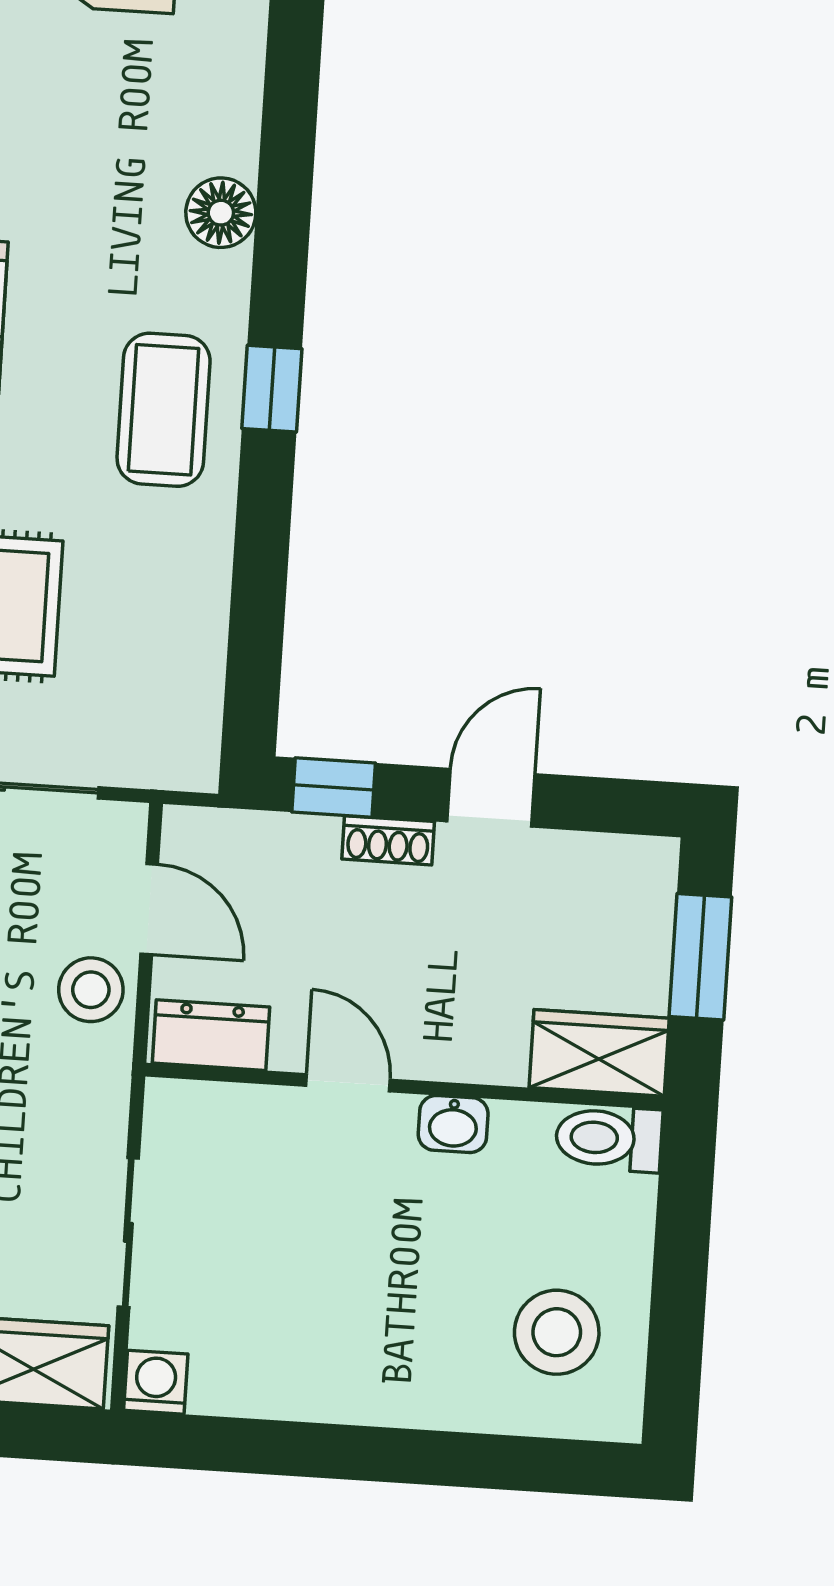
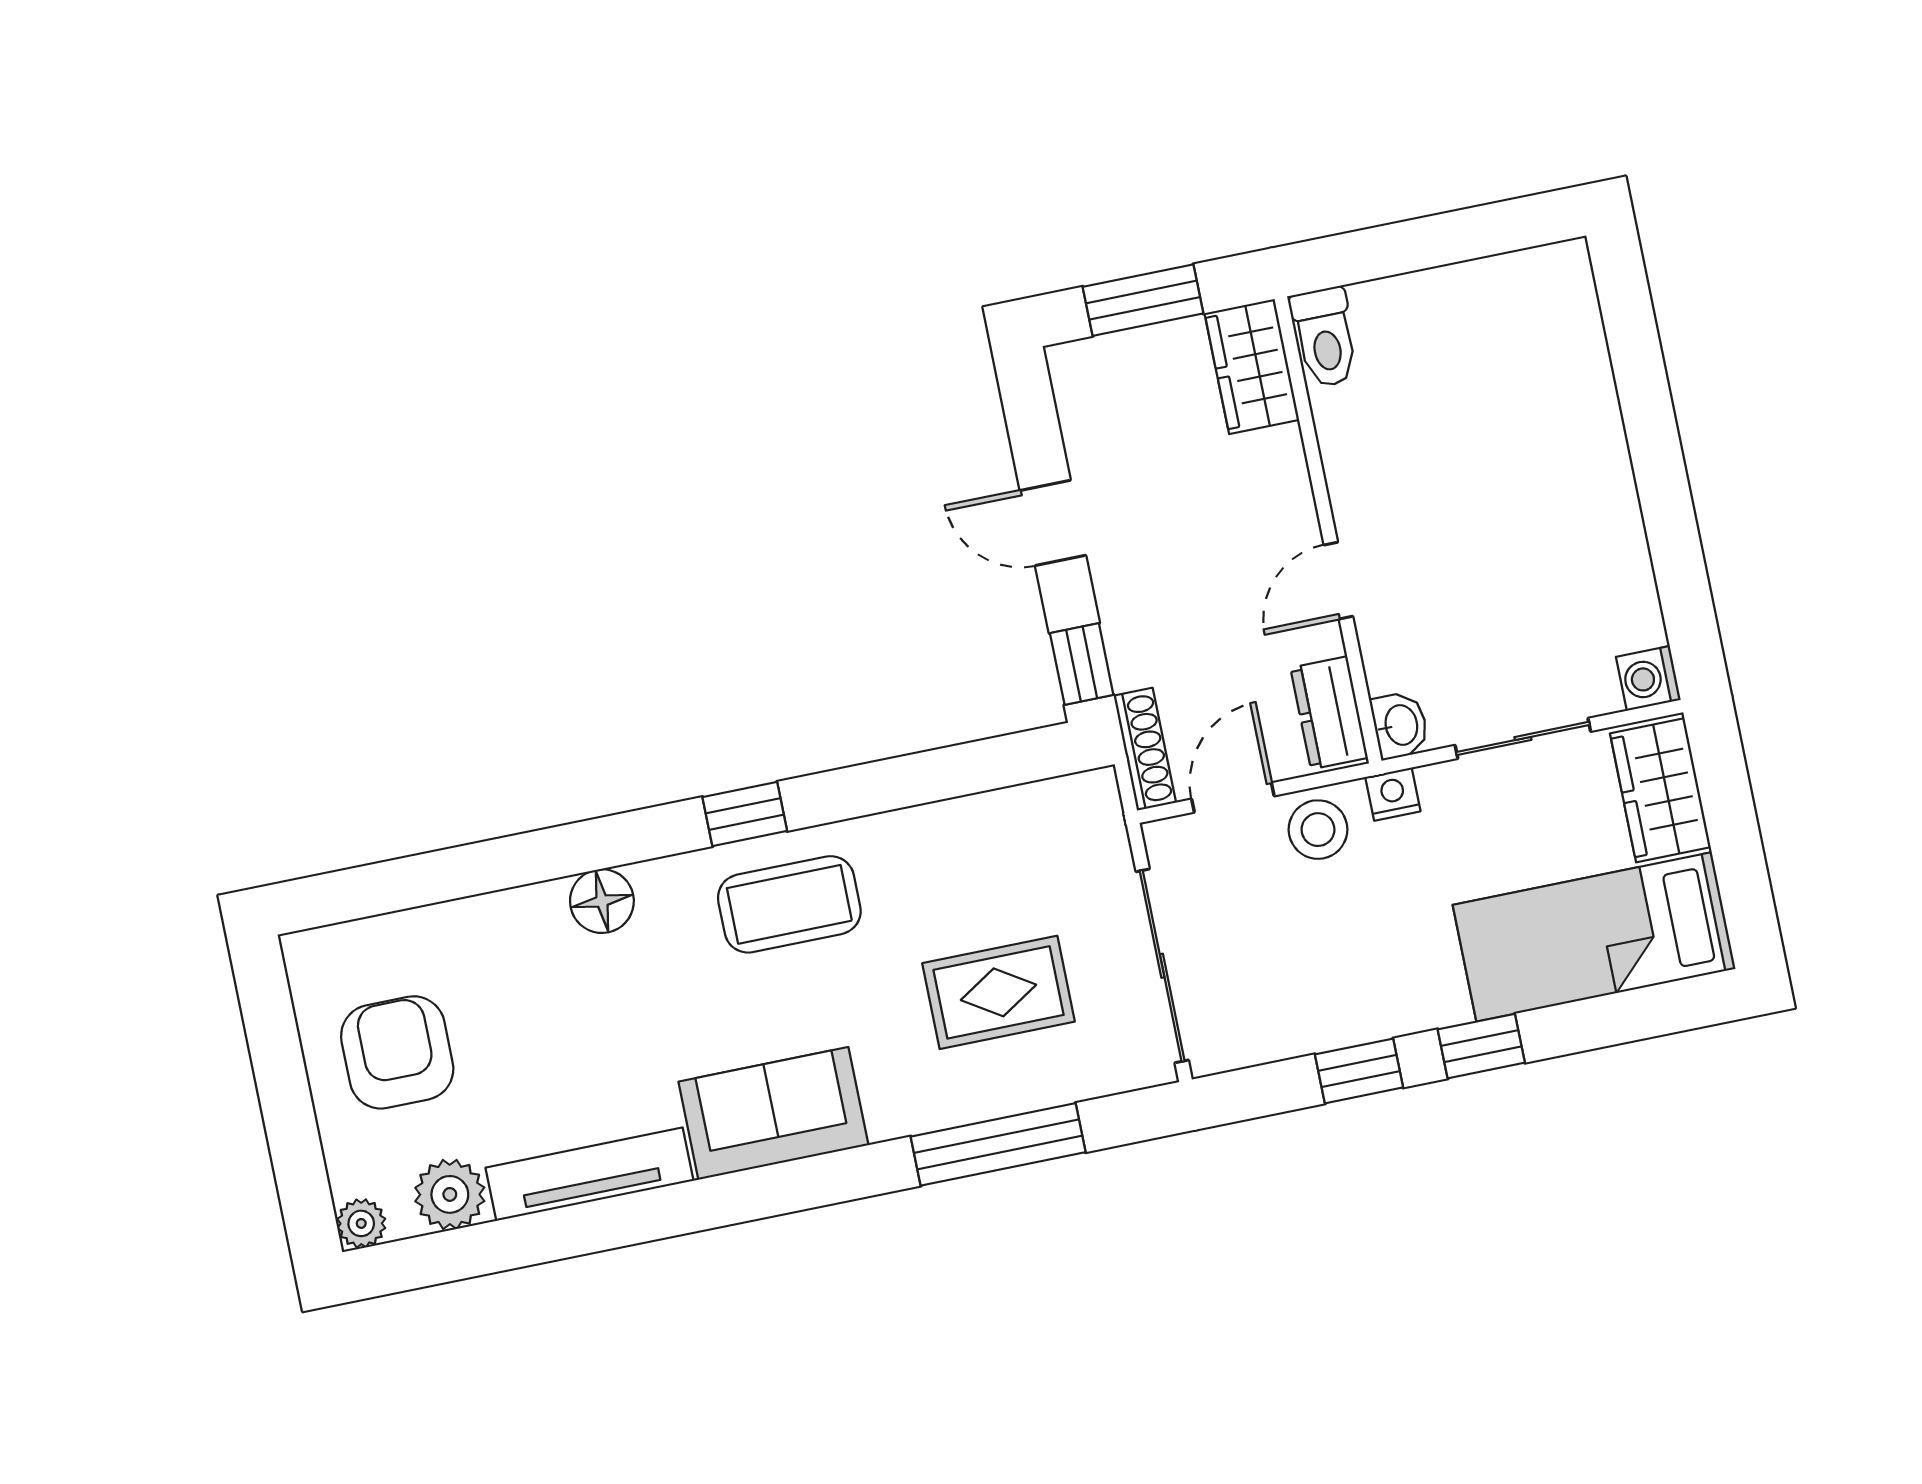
shoe rack: (388, 840) -> (1145, 749), moved, width x1.43
nightstand: (107, 1079) -> (1393, 794), added
washbasin: (453, 1124) -> (1400, 725), moved
stool: (557, 1332) -> (1508, 337), removed

